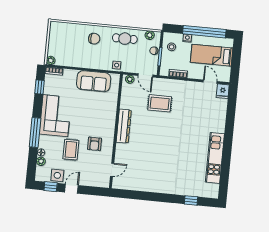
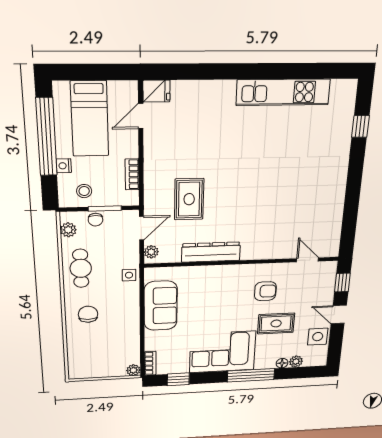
dresser: (124, 126) -> (211, 252), moved
window: (51, 187) -> (342, 283), moved

